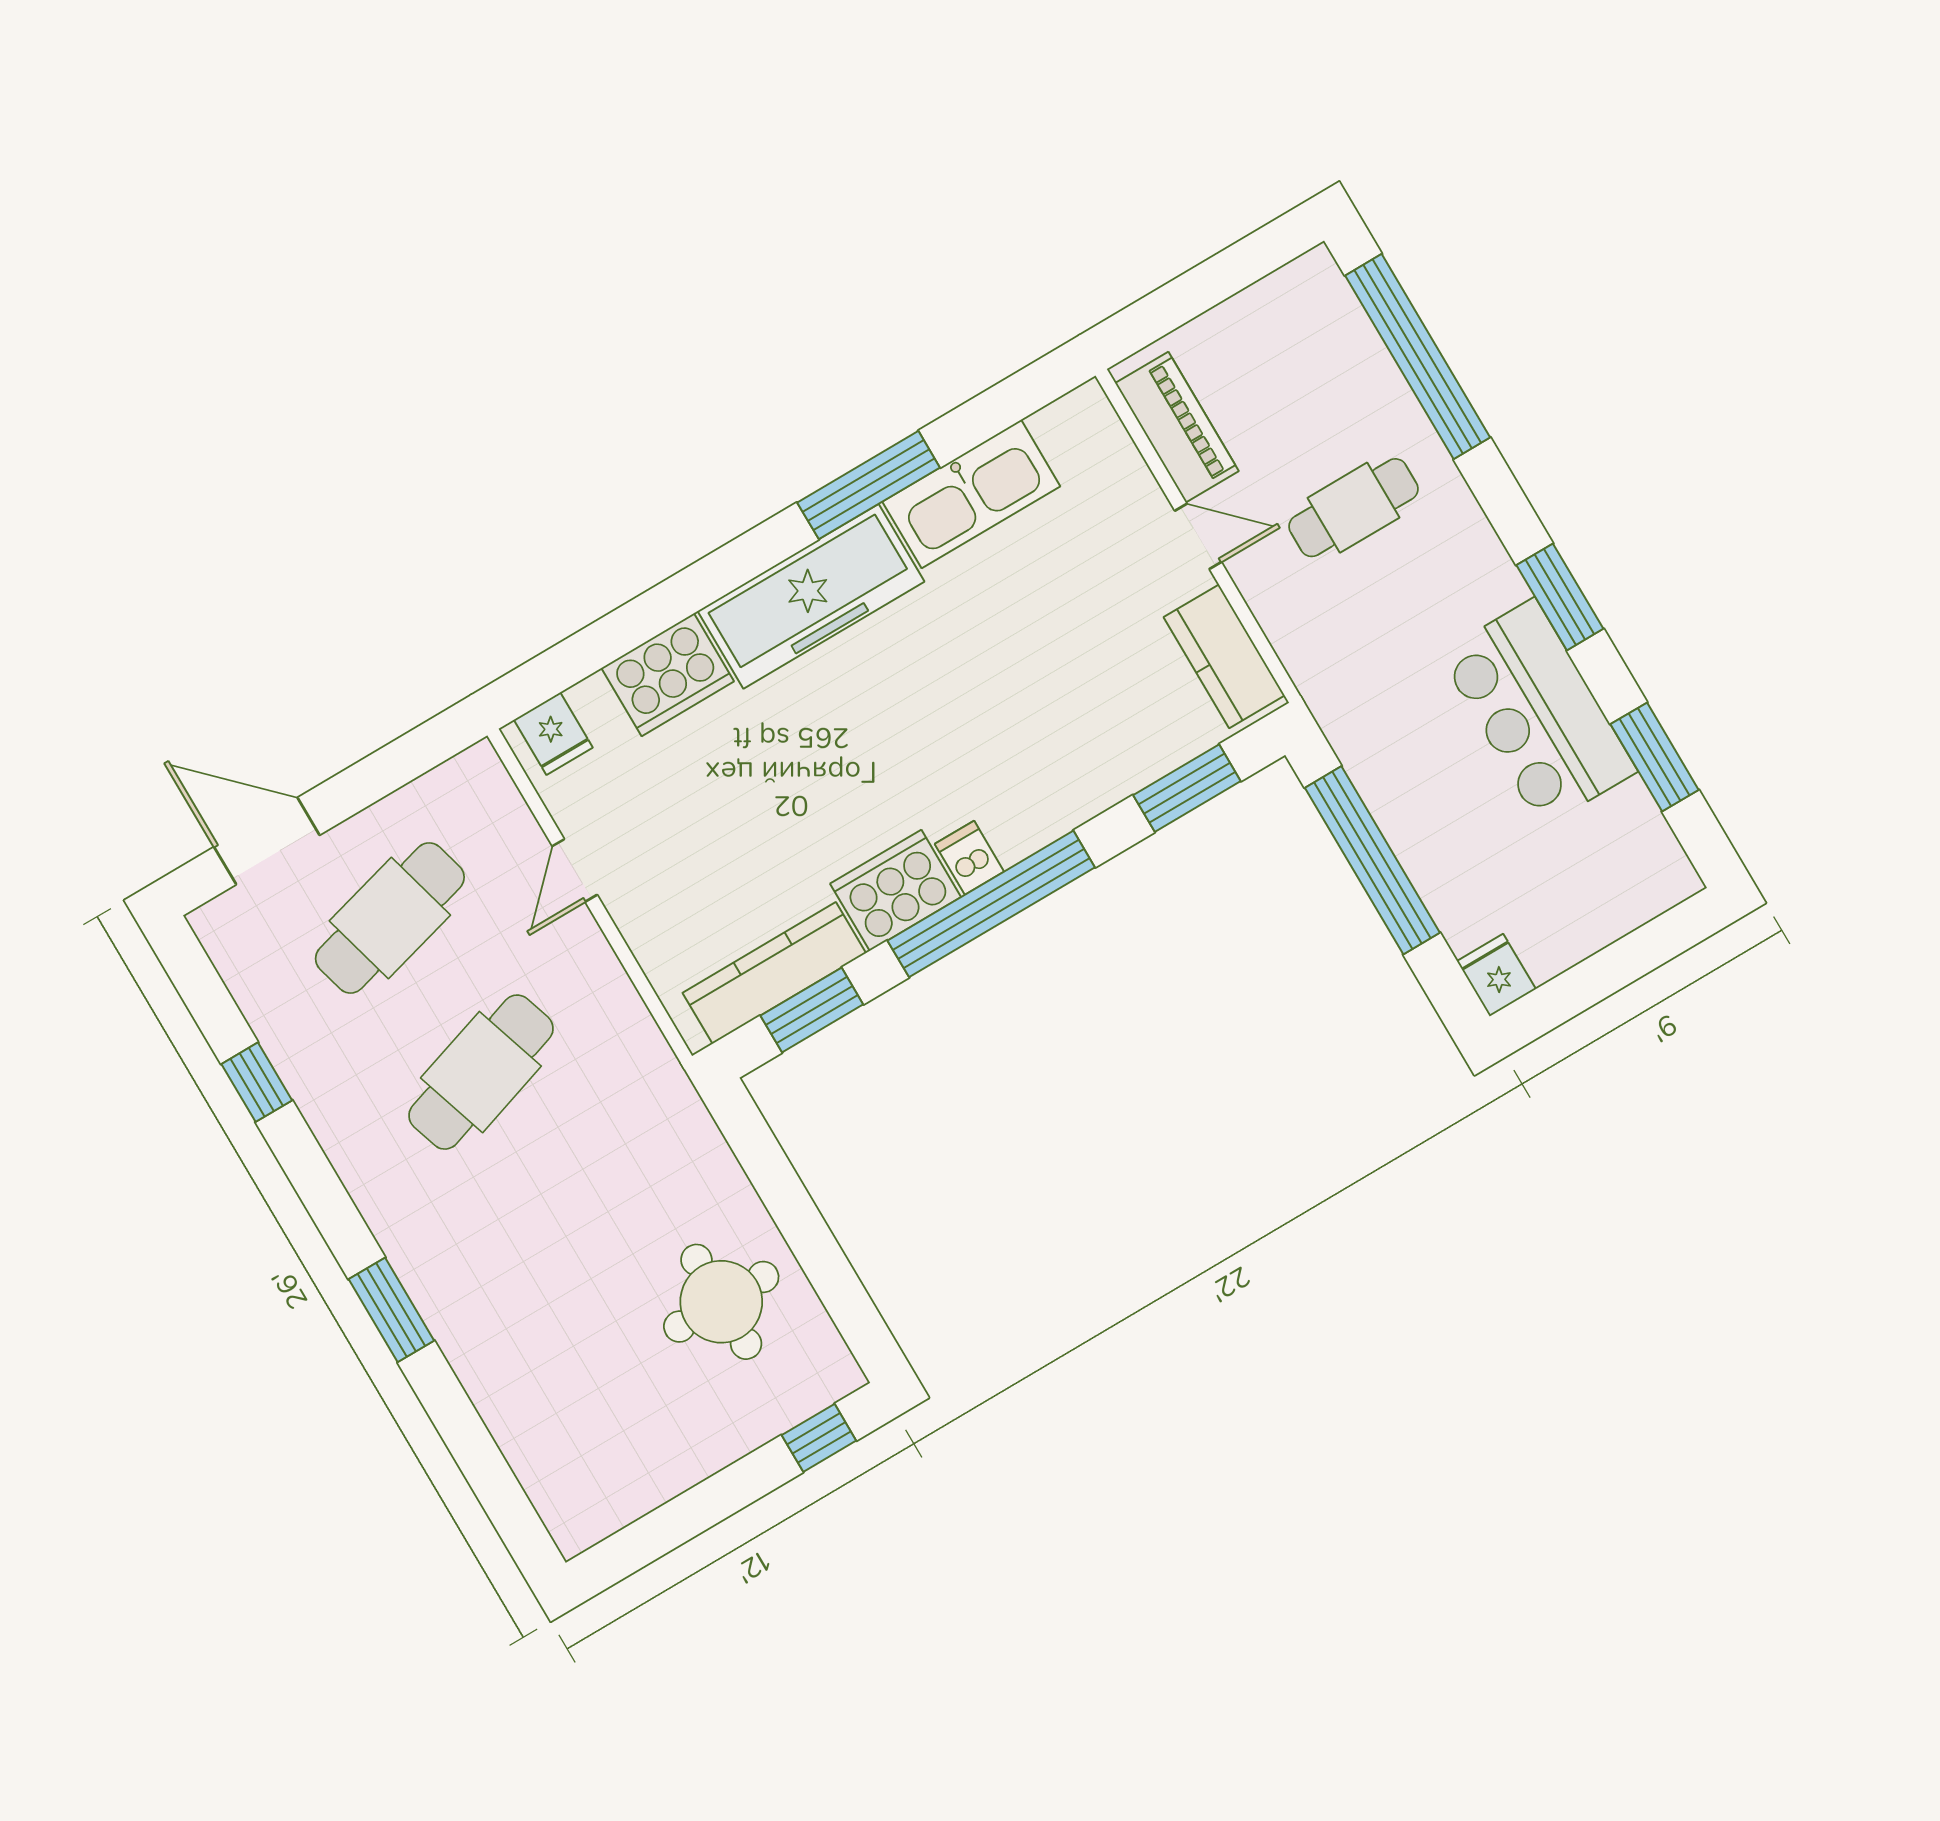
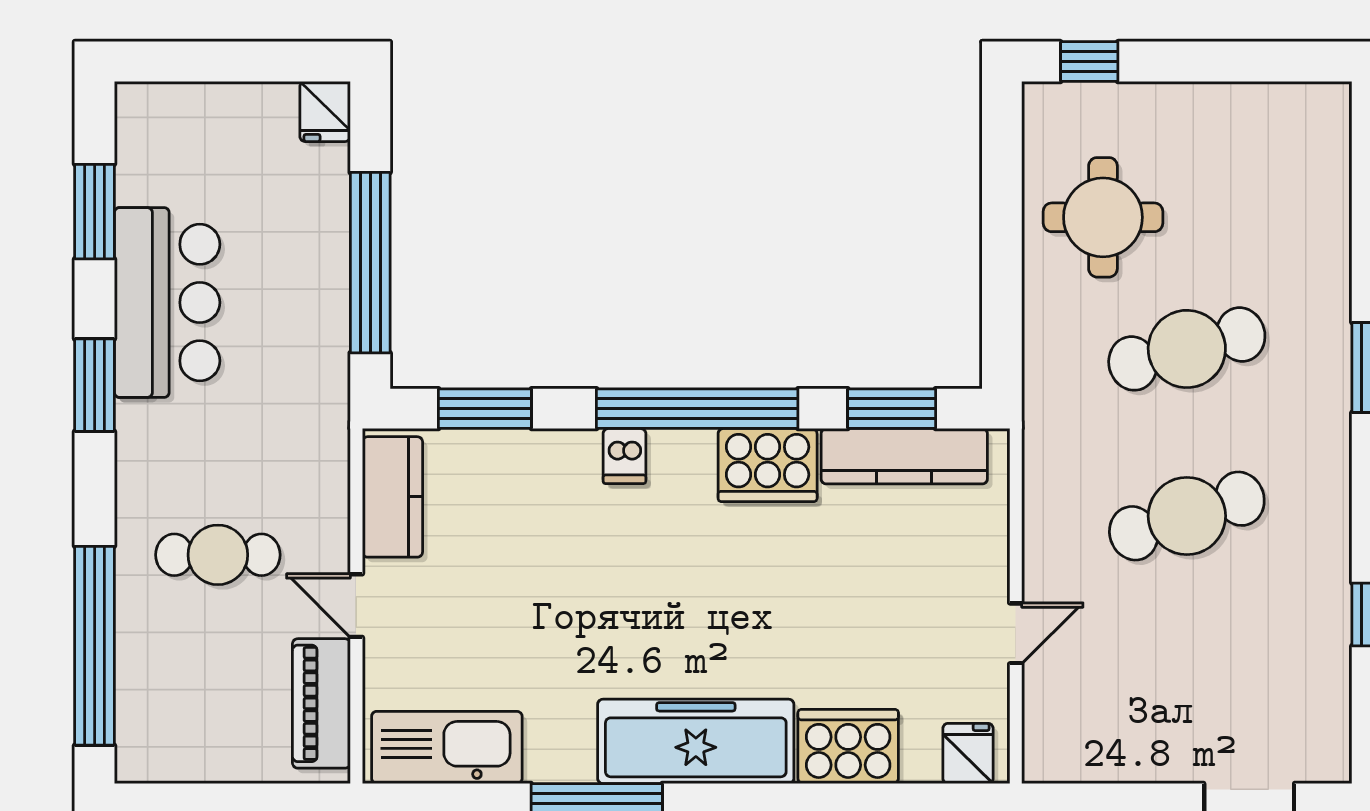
kitchen sink: (971, 494) -> (447, 747), moved
dishwasher: (969, 858) -> (624, 456), moved
cafe table: (390, 918) -> (1187, 349), moved

